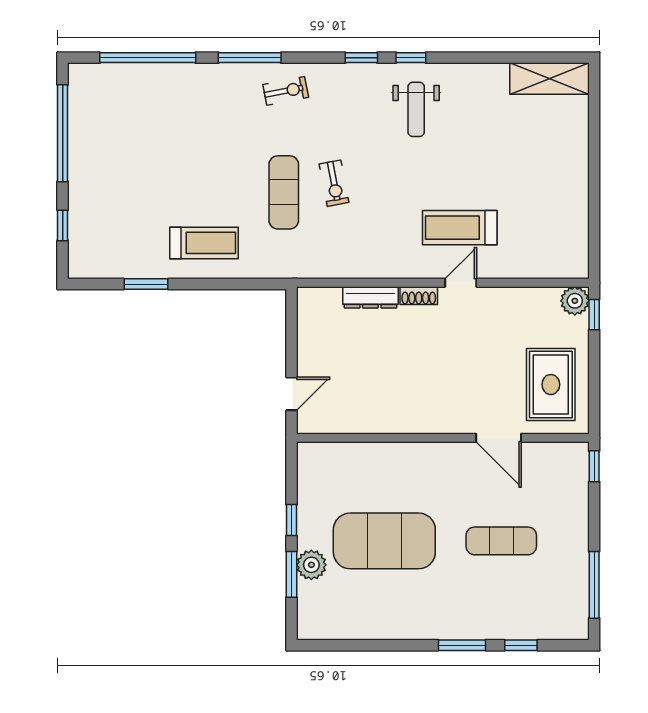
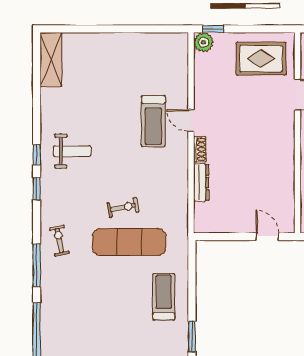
exercise mat: (284, 192) -> (129, 242), width x1.36, depth x1.45

